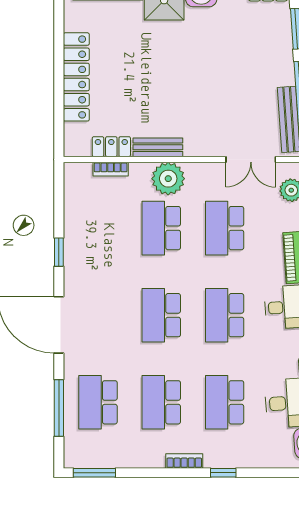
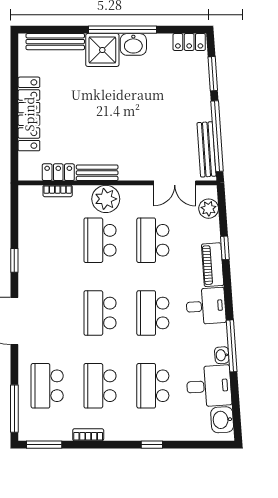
window: (59, 408) -> (14, 409), moved
bookcase: (184, 461) -> (88, 435), moved

